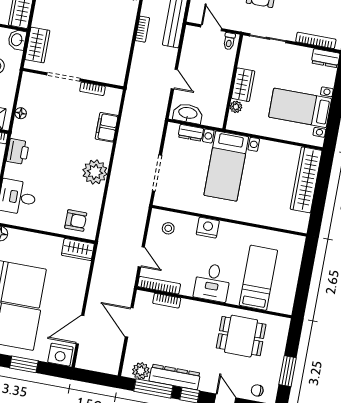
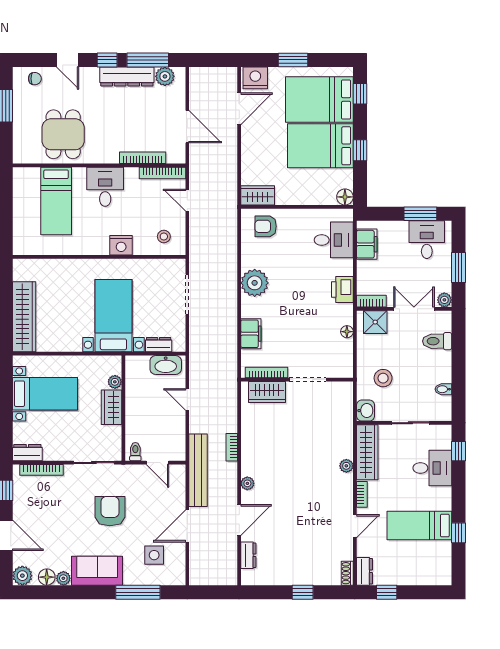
wardrobe: (37, 45) -> (267, 392), moved, turned -90
bookcase: (92, 89) -> (266, 373), width x1.56
bookcase: (167, 301) -> (143, 158), width x1.56
dining table: (241, 336) -> (63, 134), turned 90

